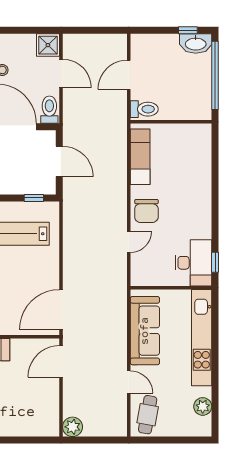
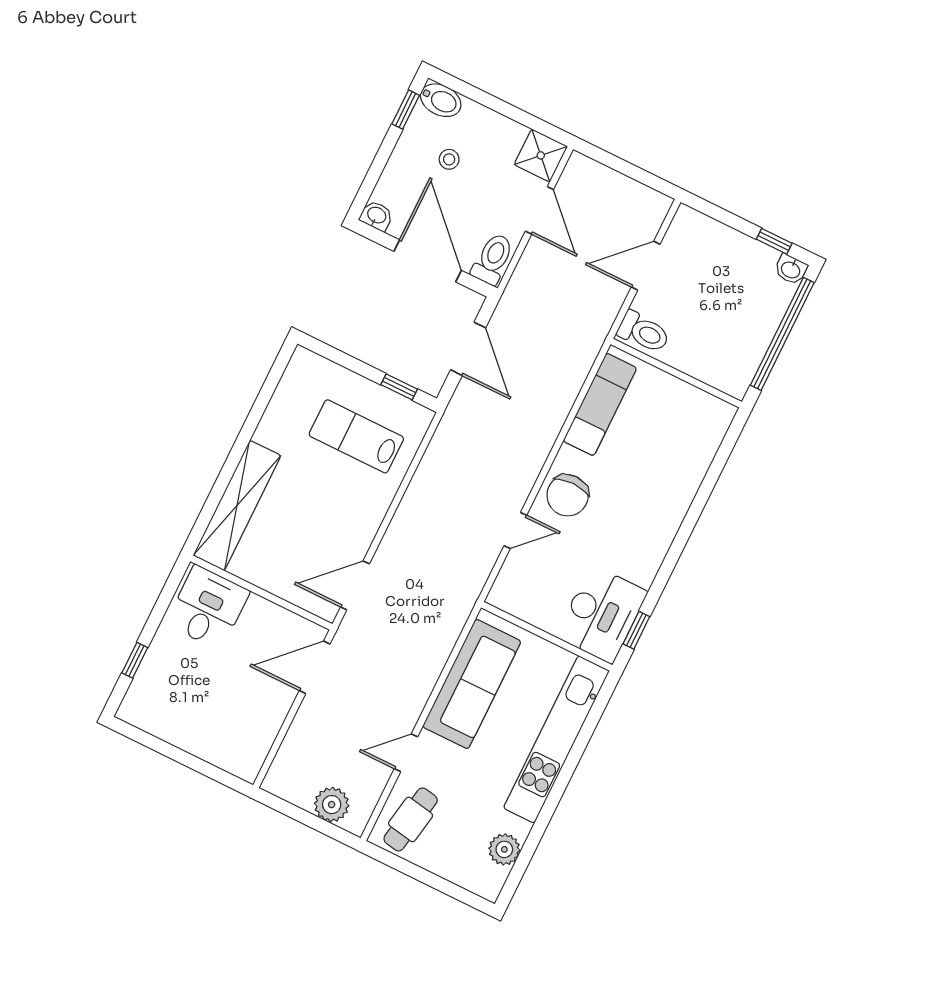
washbasin: (196, 44) -> (791, 269), width x0.52, depth x0.69
door: (61, 310) -> (355, 585), width x0.73
door: (129, 382) -> (406, 753), swing flipped
plant: (73, 427) -> (332, 805), moved

